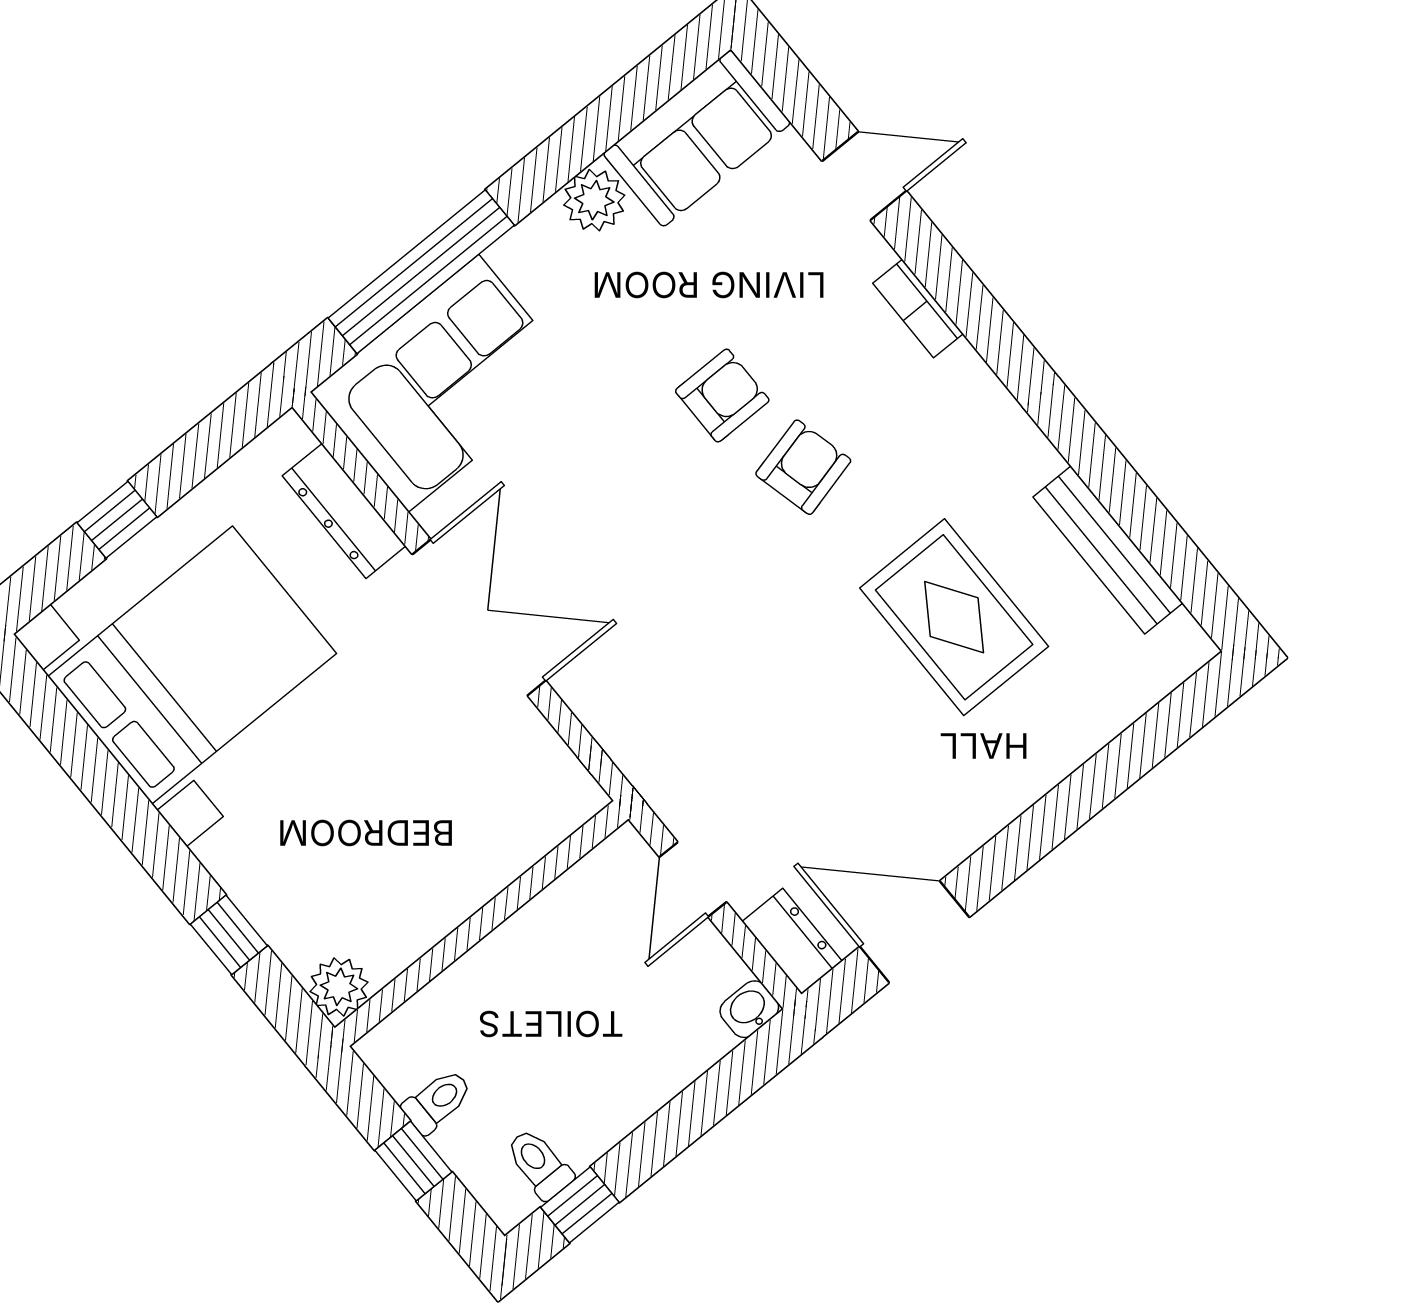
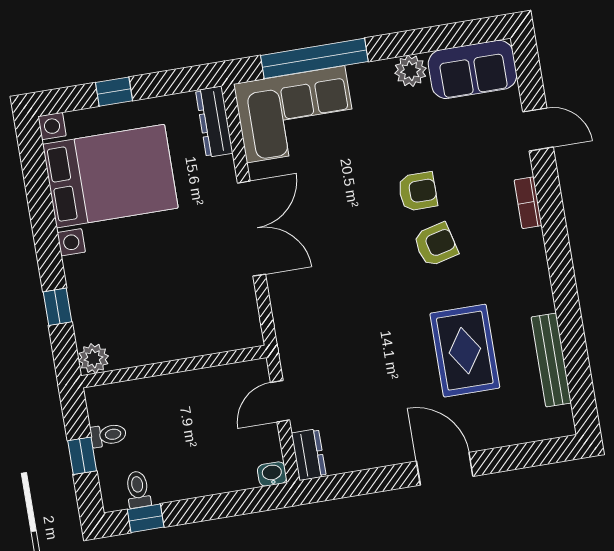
dresser: (344, 511) -> (214, 122), moved
door: (914, 932) -> (445, 469), moved

